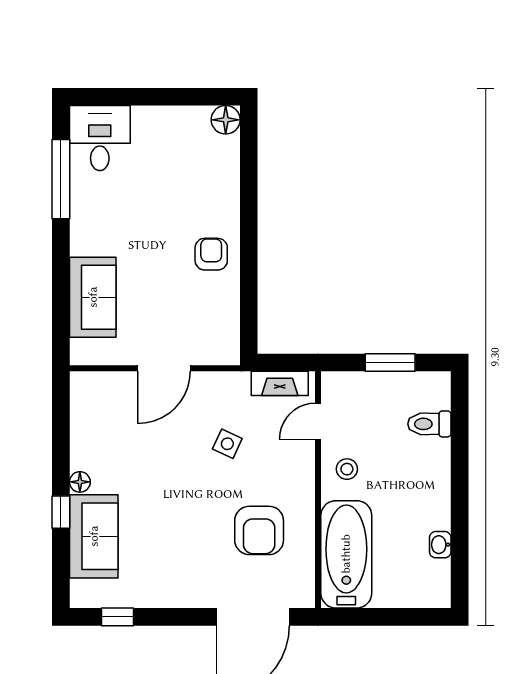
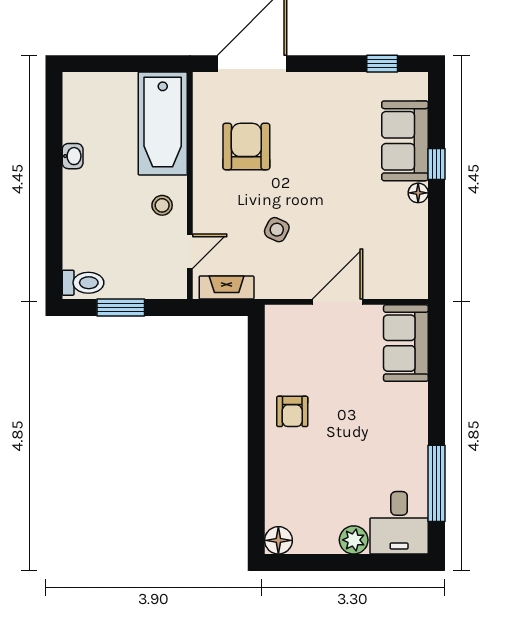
plant: (147, 120) -> (354, 540), added
sofa: (93, 297) -> (406, 343), moved
toilet: (429, 424) -> (83, 283), moved
washbasin: (440, 545) -> (73, 156), moved

